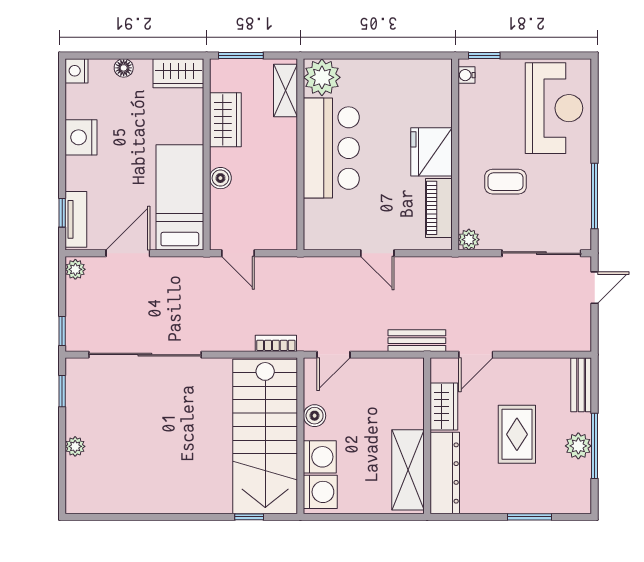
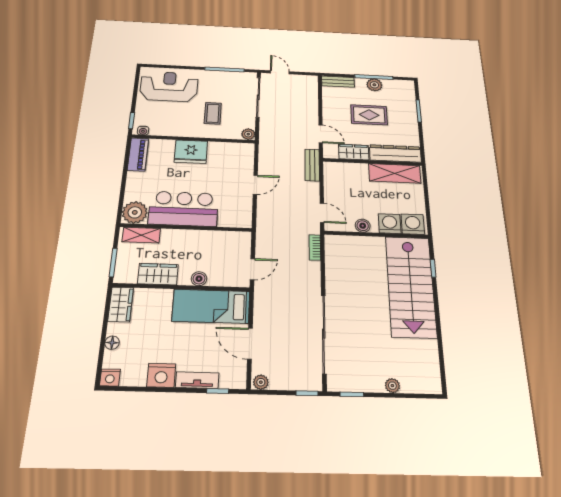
piano: (439, 208) -> (138, 154), moved, turned -90
tv unit: (76, 219) -> (197, 380), moved
stairs: (265, 436) -> (411, 286), moved, turned 90

